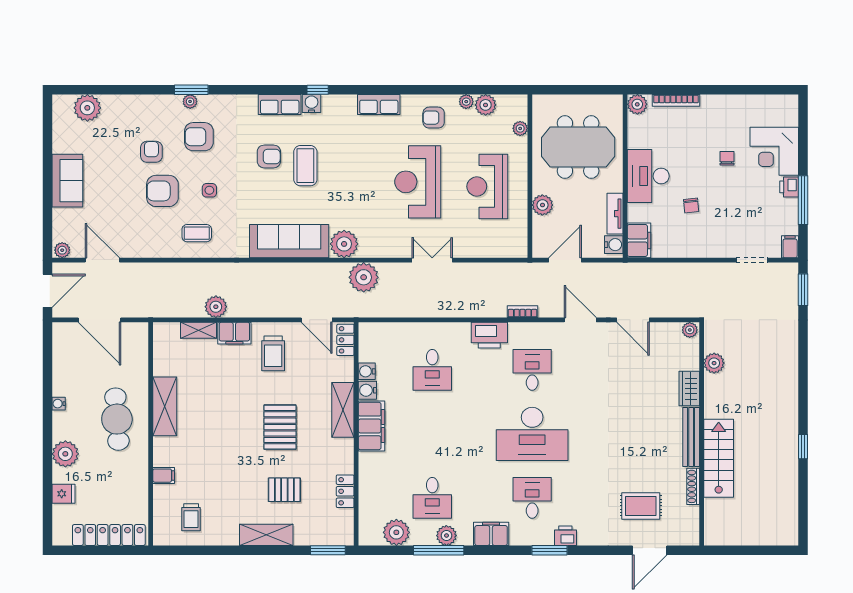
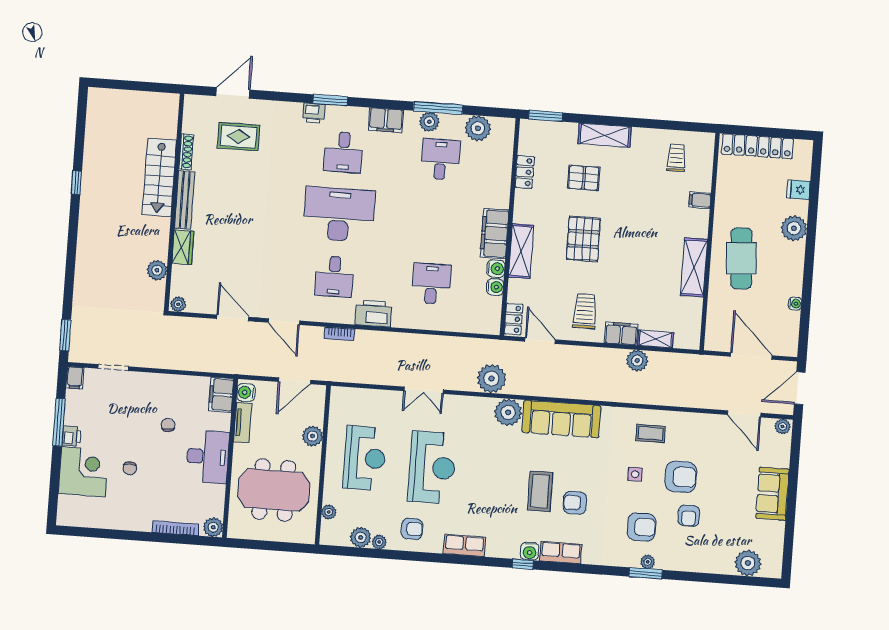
water cooler: (59, 404) -> (795, 304), moved

